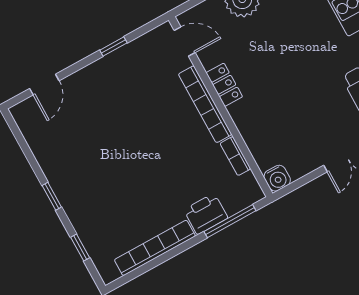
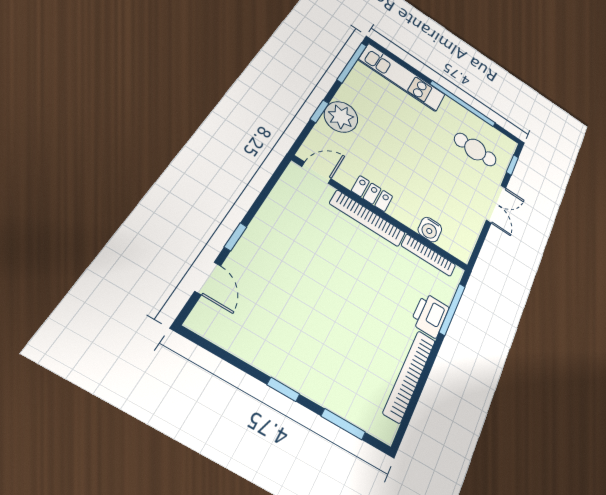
window: (113, 46) -> (236, 237), moved
bookcase: (235, 156) -> (429, 255), width x1.56
water cooler: (277, 178) -> (430, 230), moved, turned 90
window: (80, 248) -> (343, 424), width x1.50

